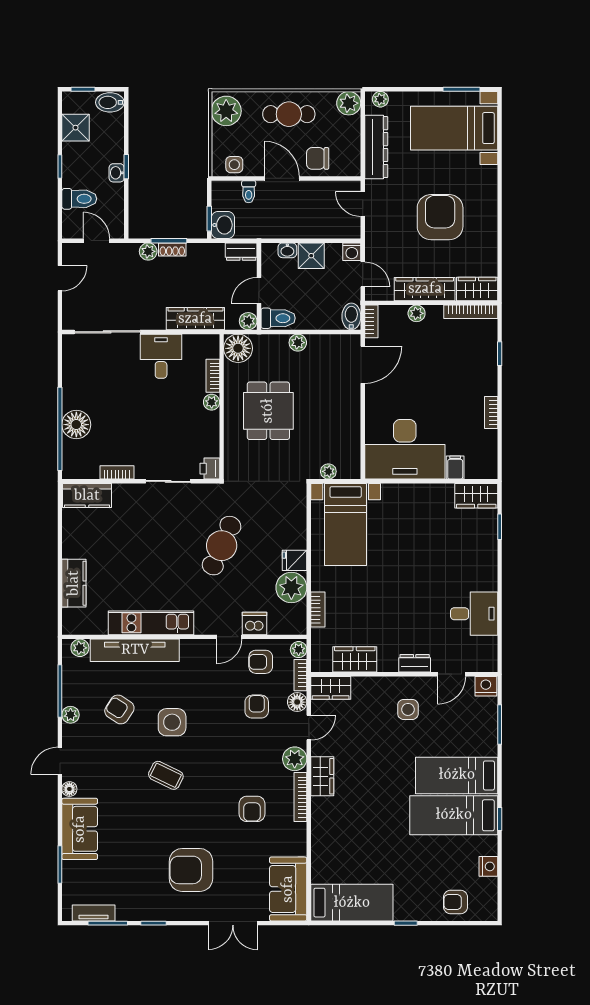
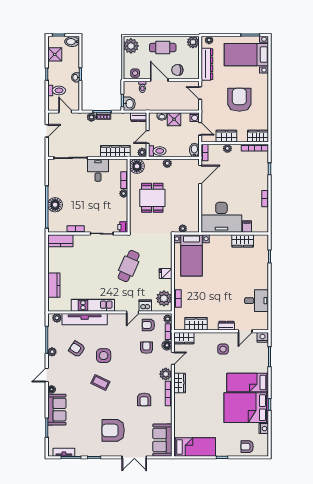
wardrobe: (425, 289) -> (226, 136), width x0.67
wardrobe: (476, 496) -> (243, 241), moved
plant: (291, 588) -> (164, 298), moved
bed: (454, 815) -> (246, 408), width x1.50

